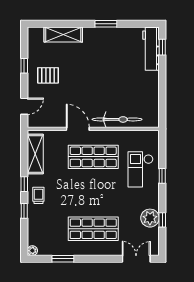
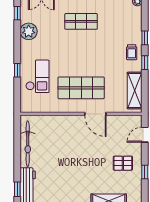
bicycle: (117, 119) -> (28, 144), moved, turned -90
window: (162, 220) -> (17, 13), moved
shop shelf: (93, 229) -> (81, 21), width x0.70, depth x0.74

